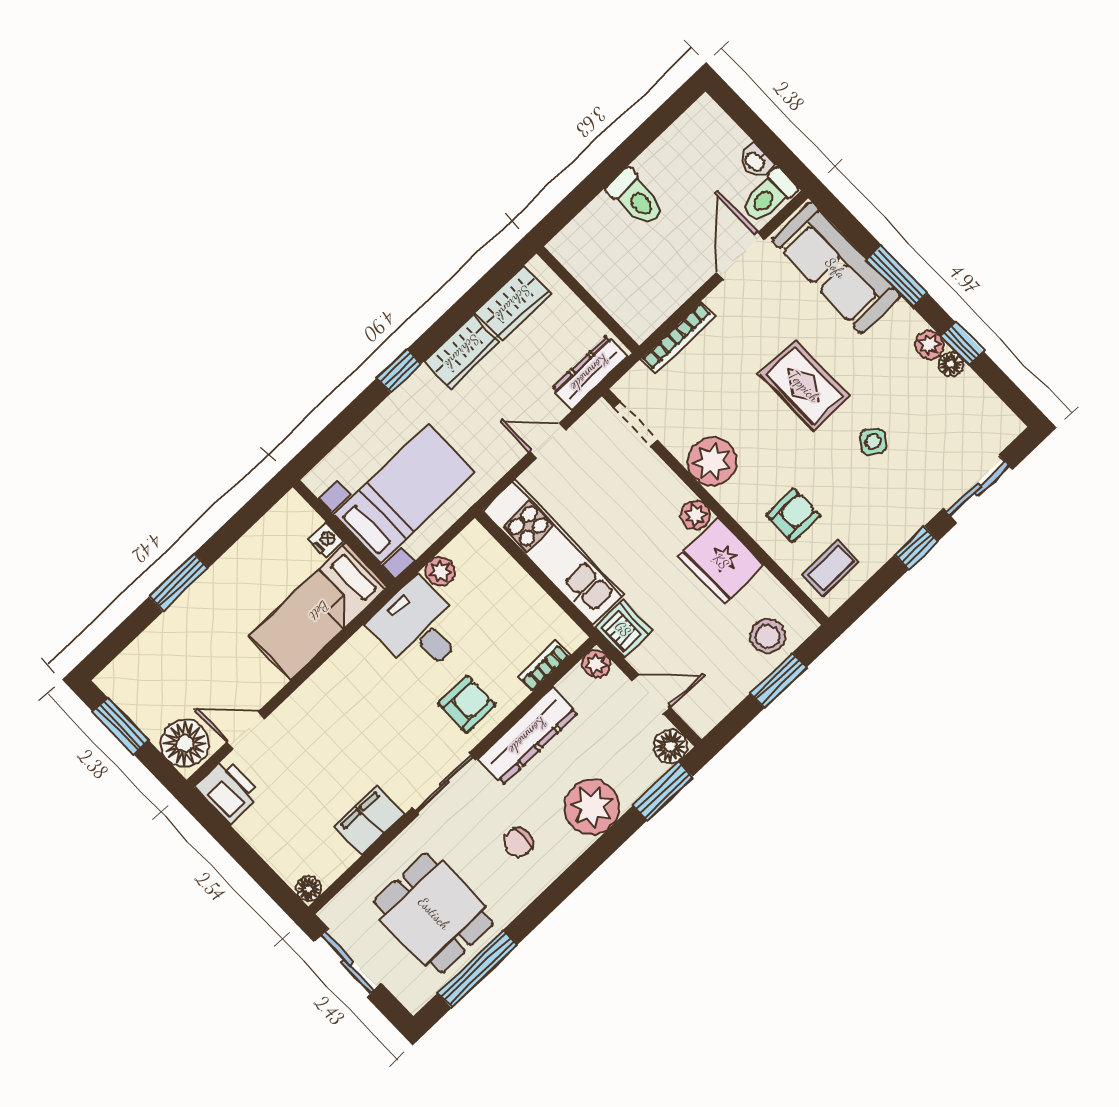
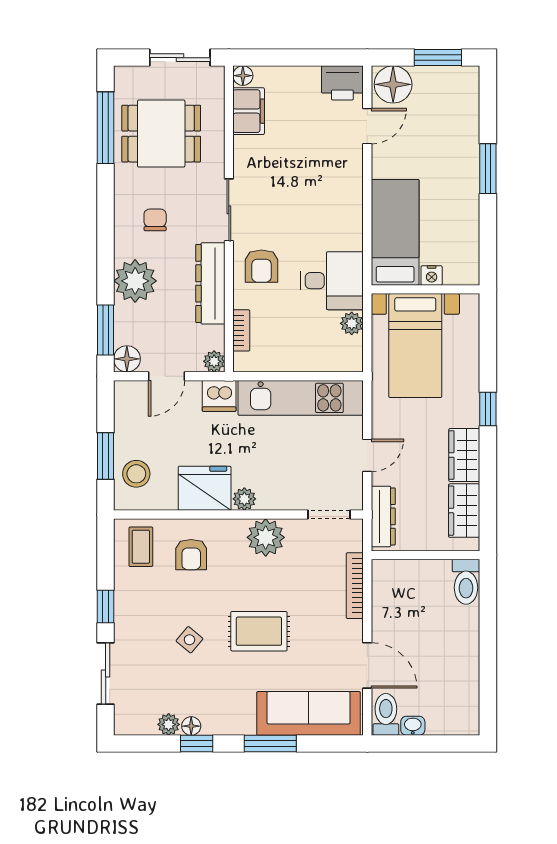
toilet: (636, 198) -> (466, 582), moved, turned -90
plant: (929, 345) -> (169, 724), moved
filing cabinet: (370, 820) -> (249, 111), moved

